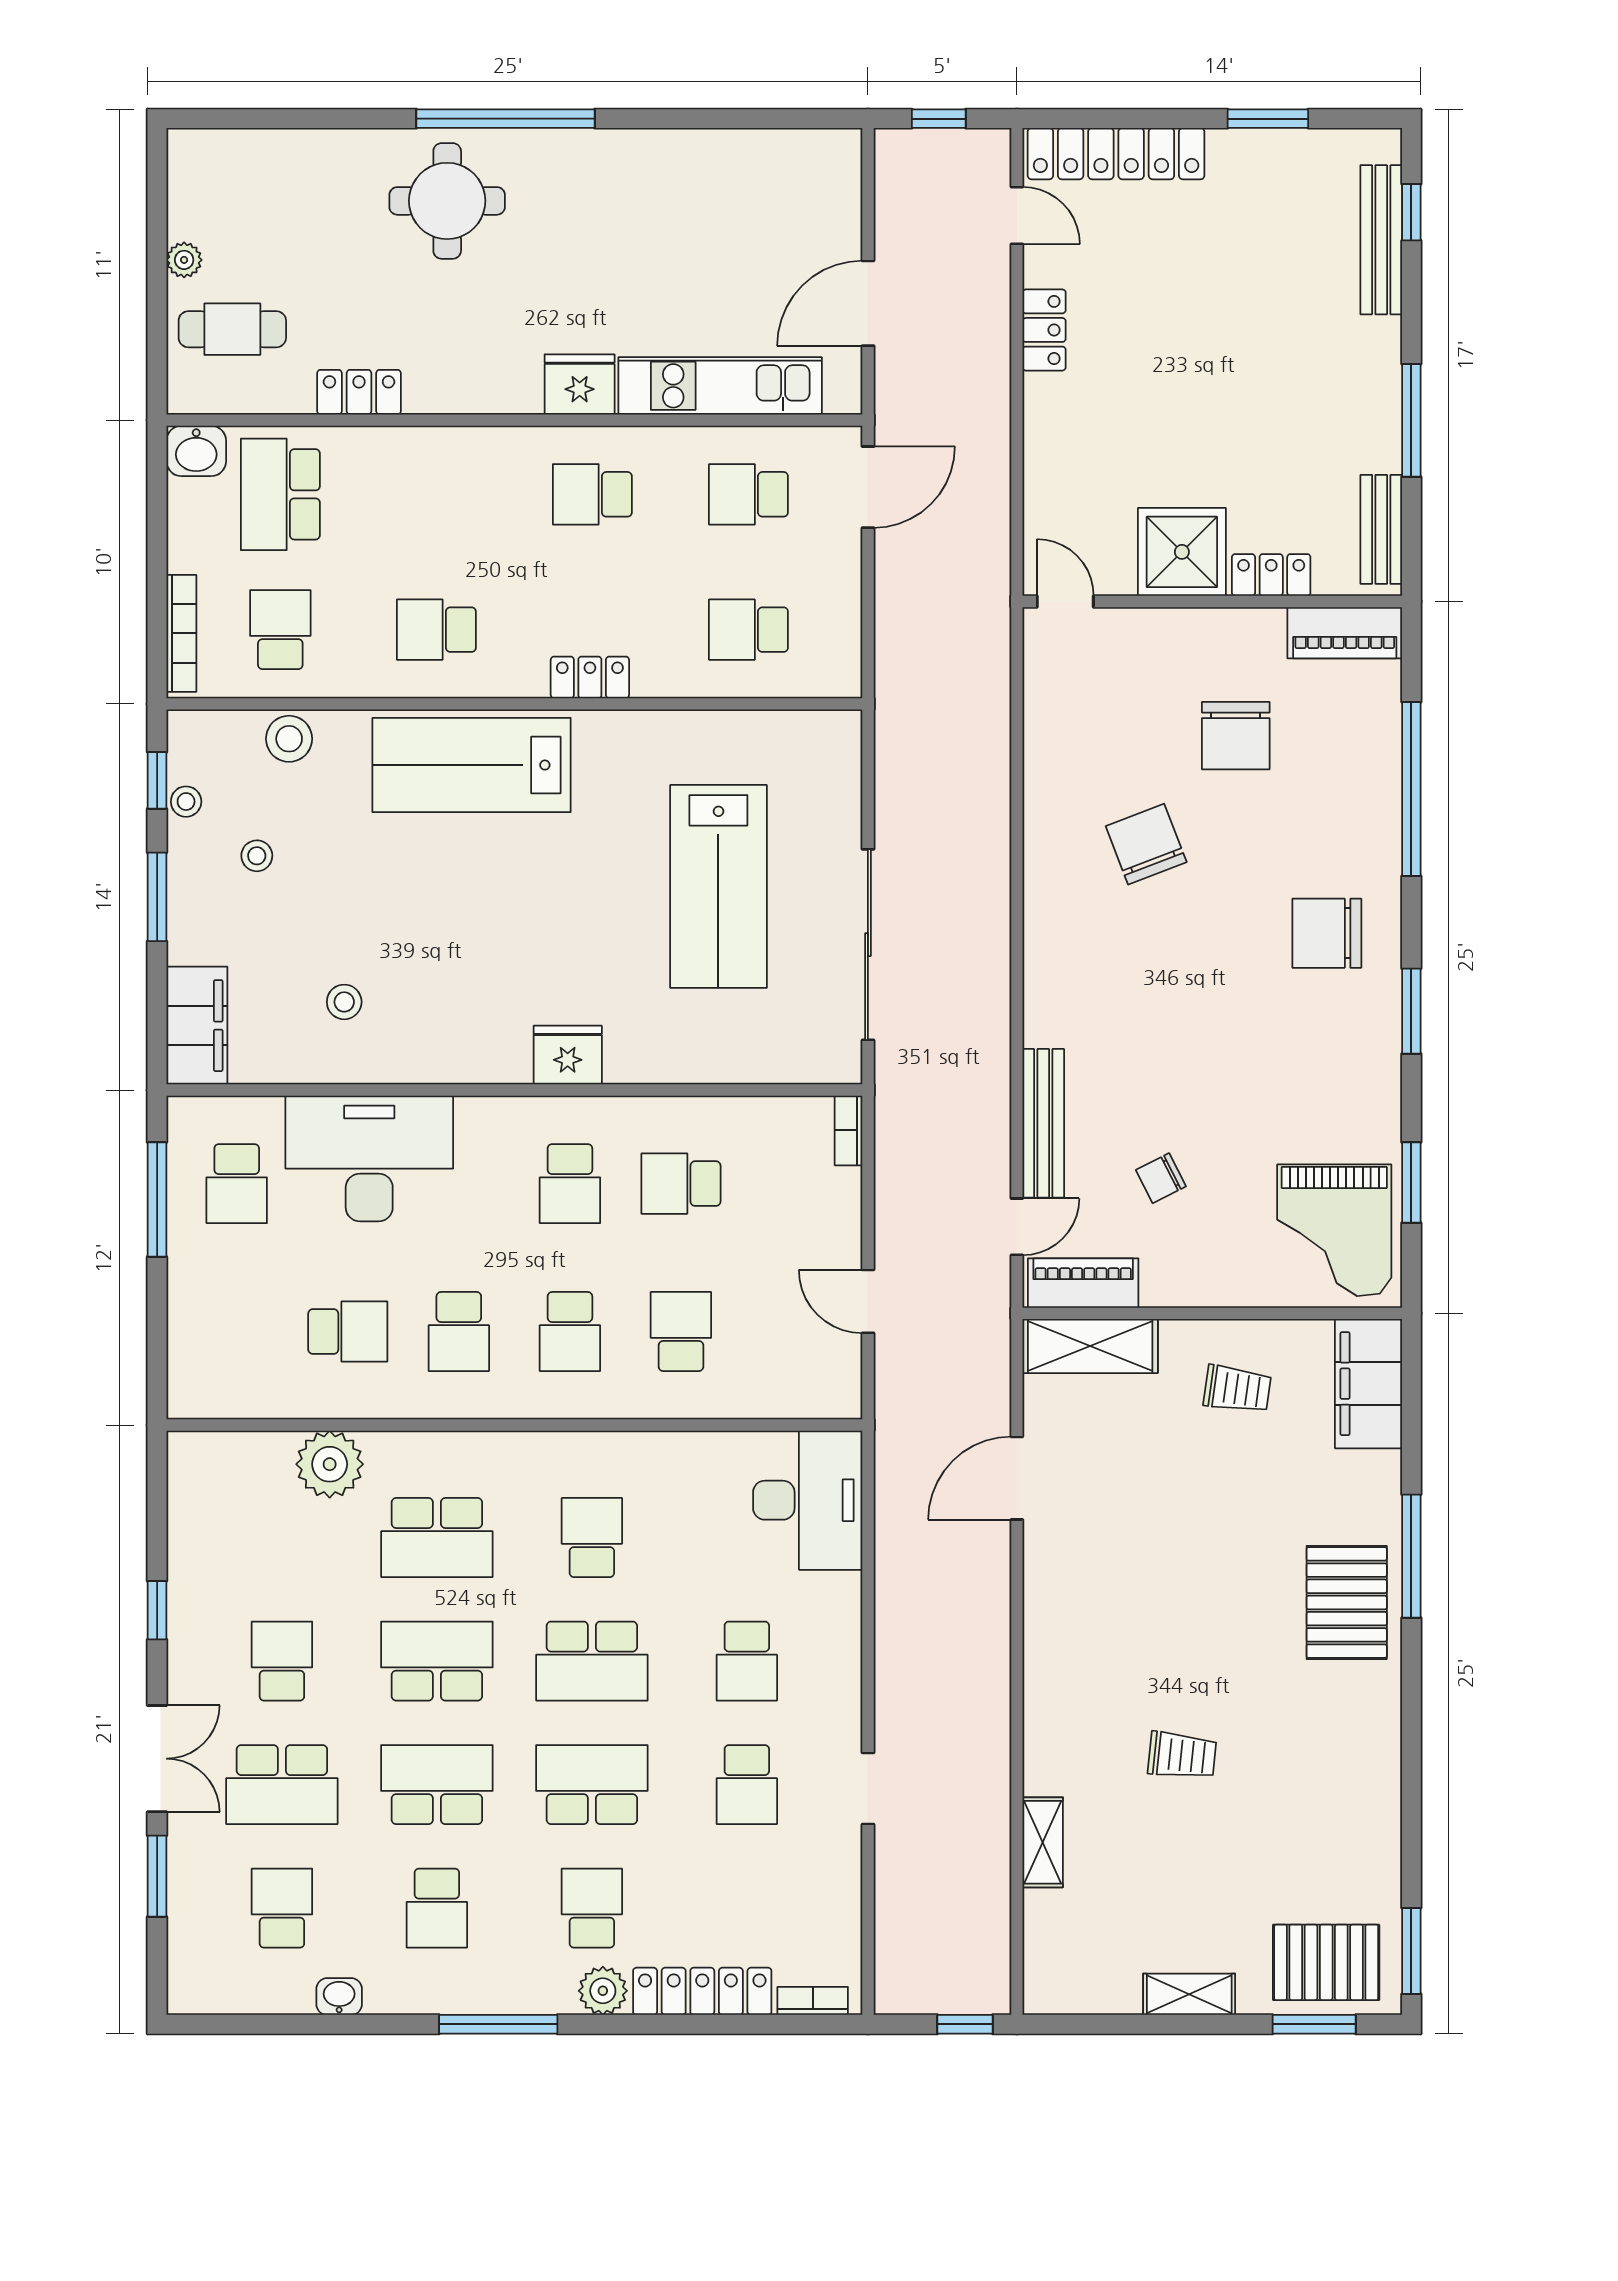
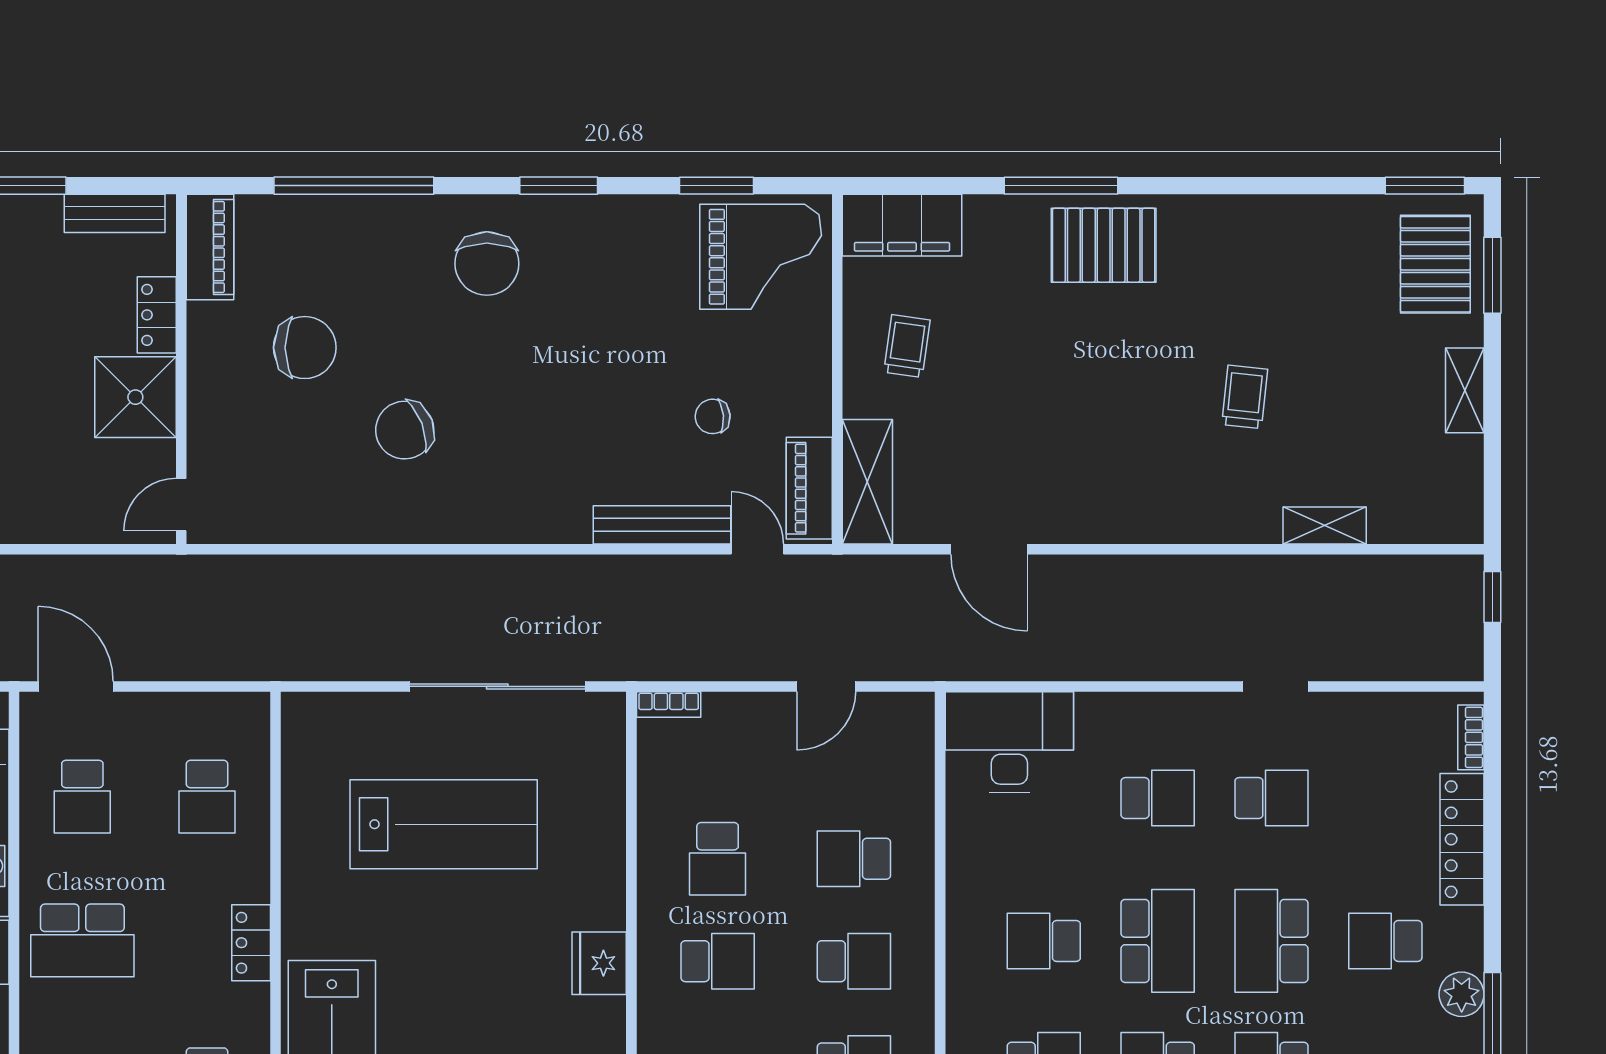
school desk: (592, 494) -> (82, 940), width x1.85
chair: (1161, 1178) -> (713, 416), turned 112
plant: (603, 1991) -> (1462, 994), moved

